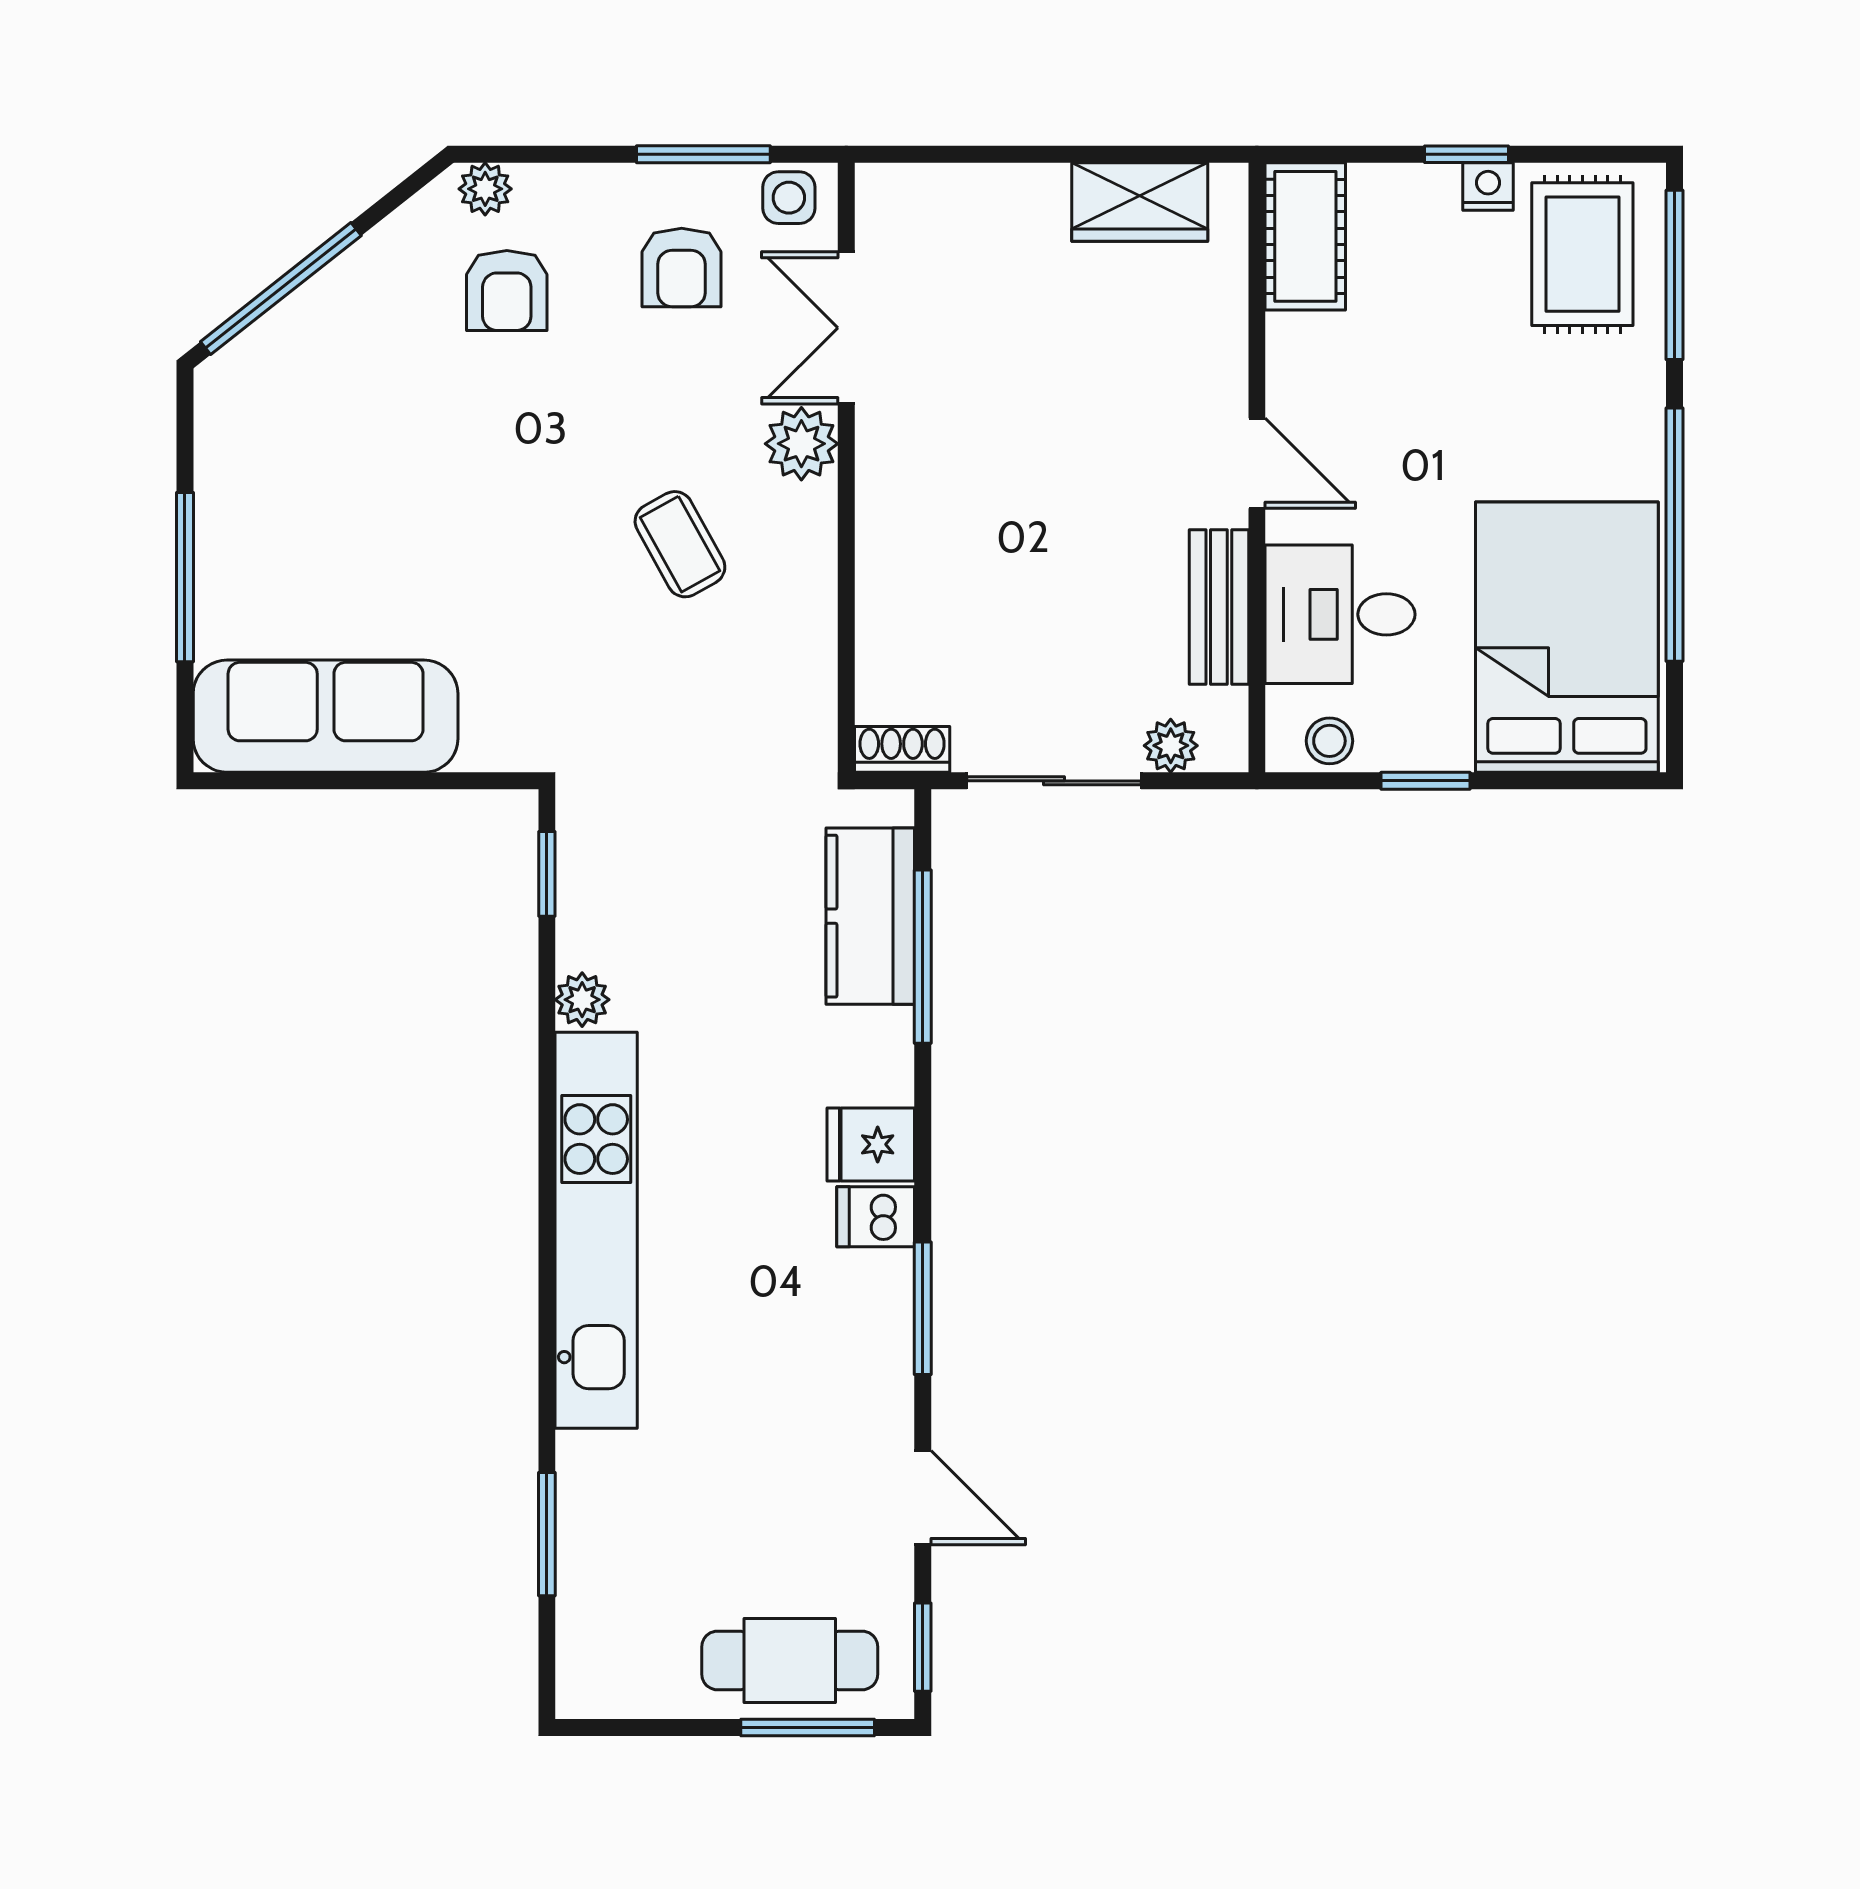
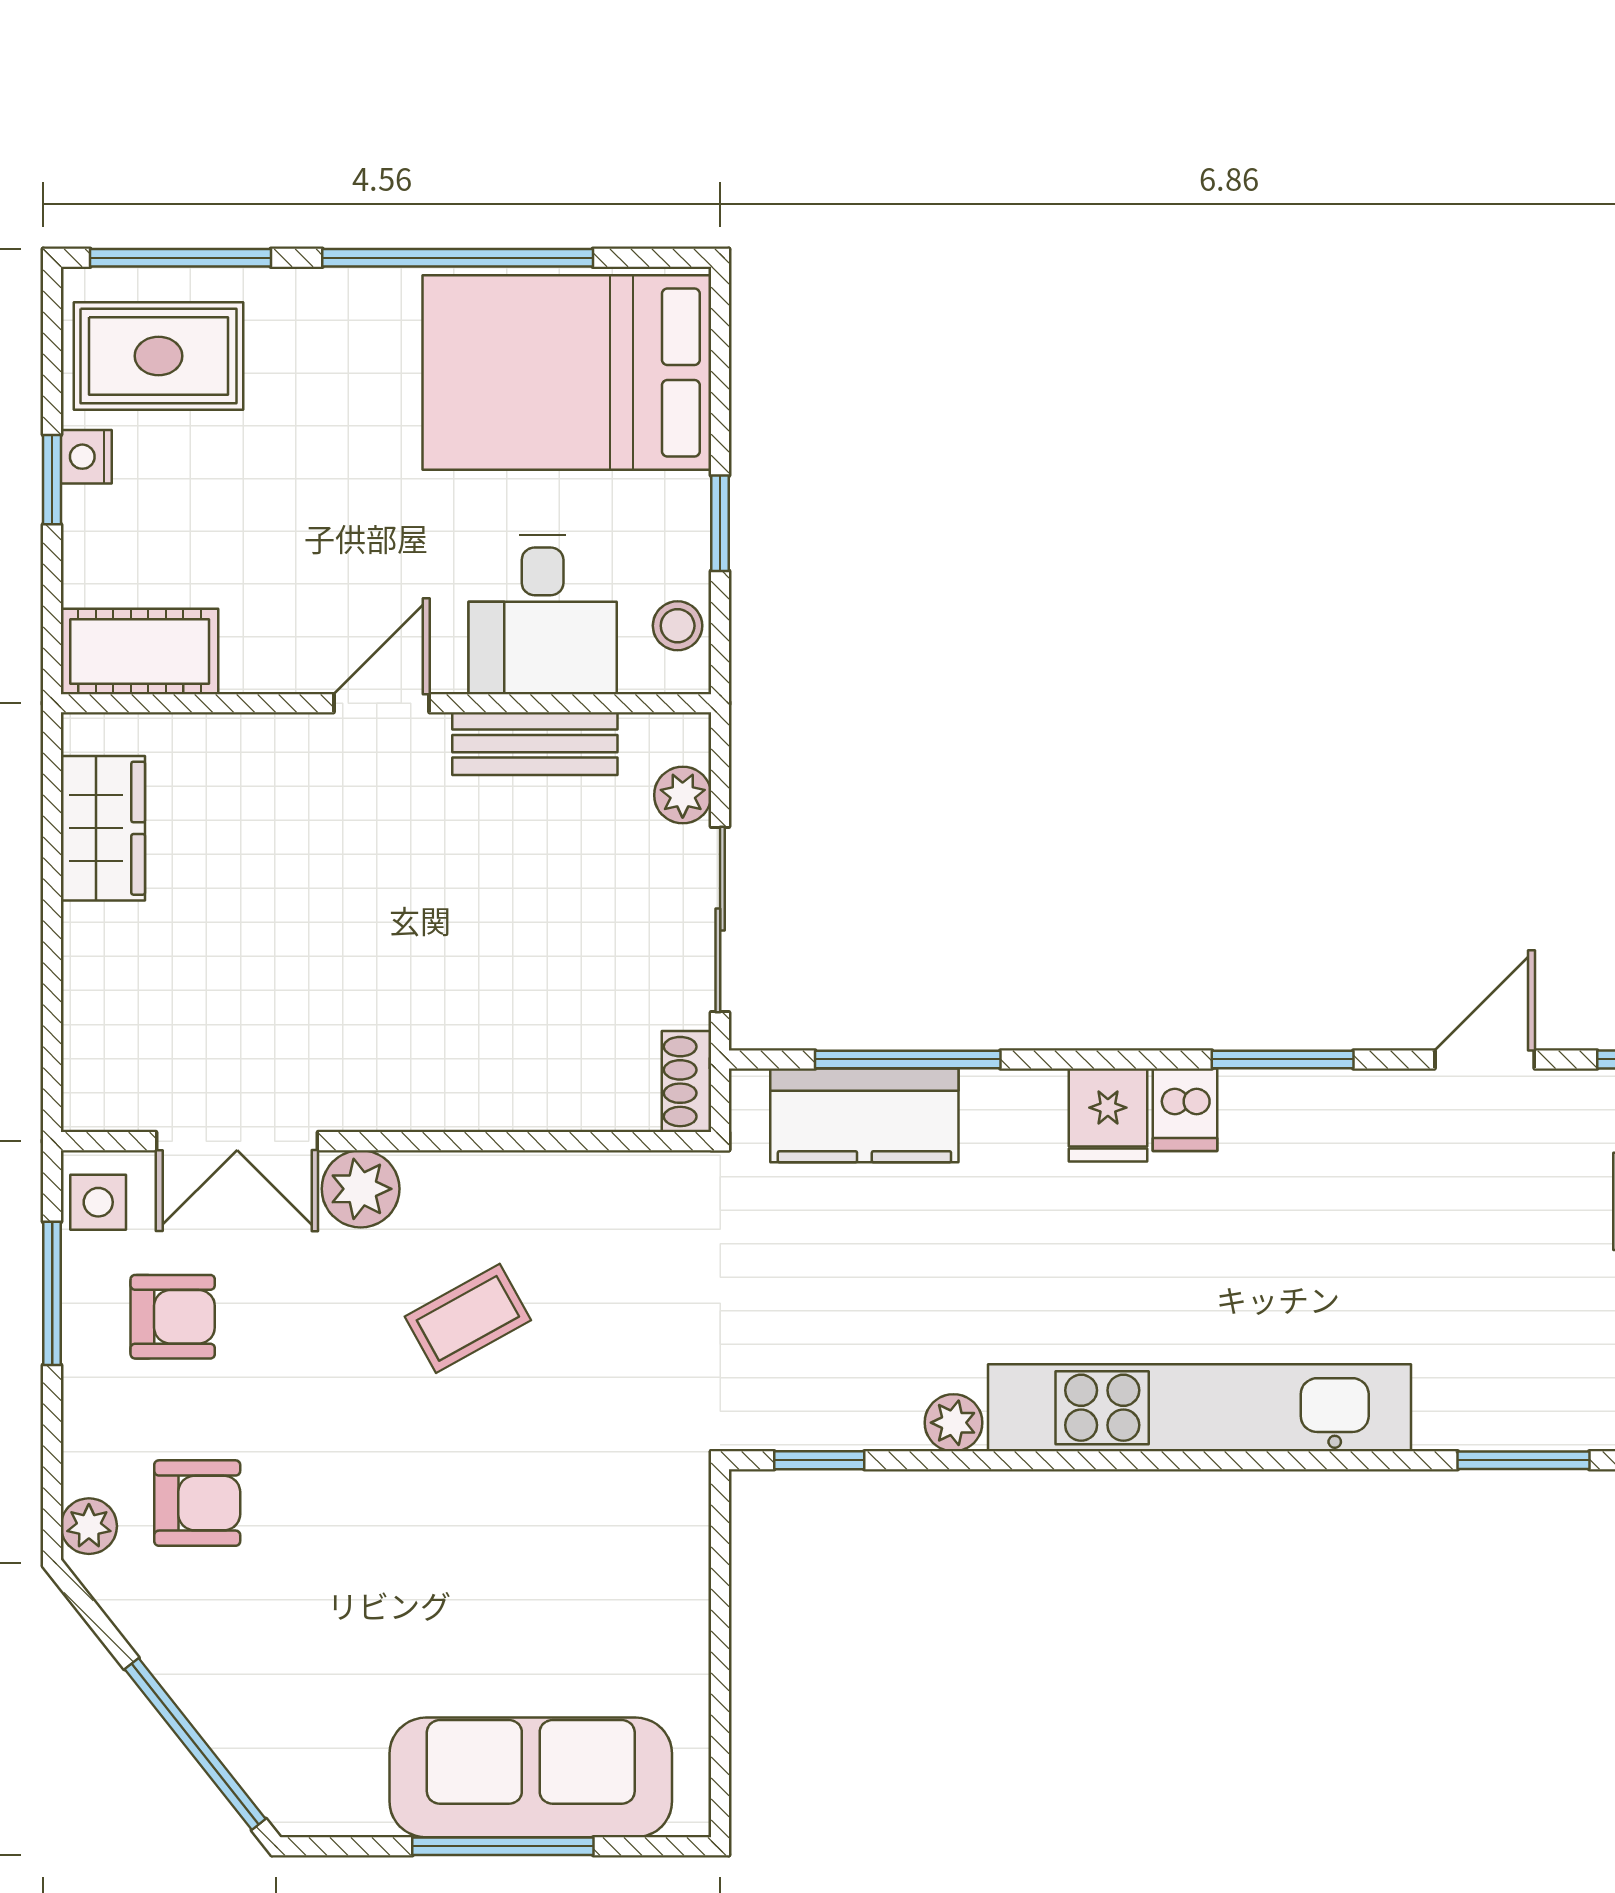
sofa: (326, 716) -> (531, 1777), moved, turned 90

